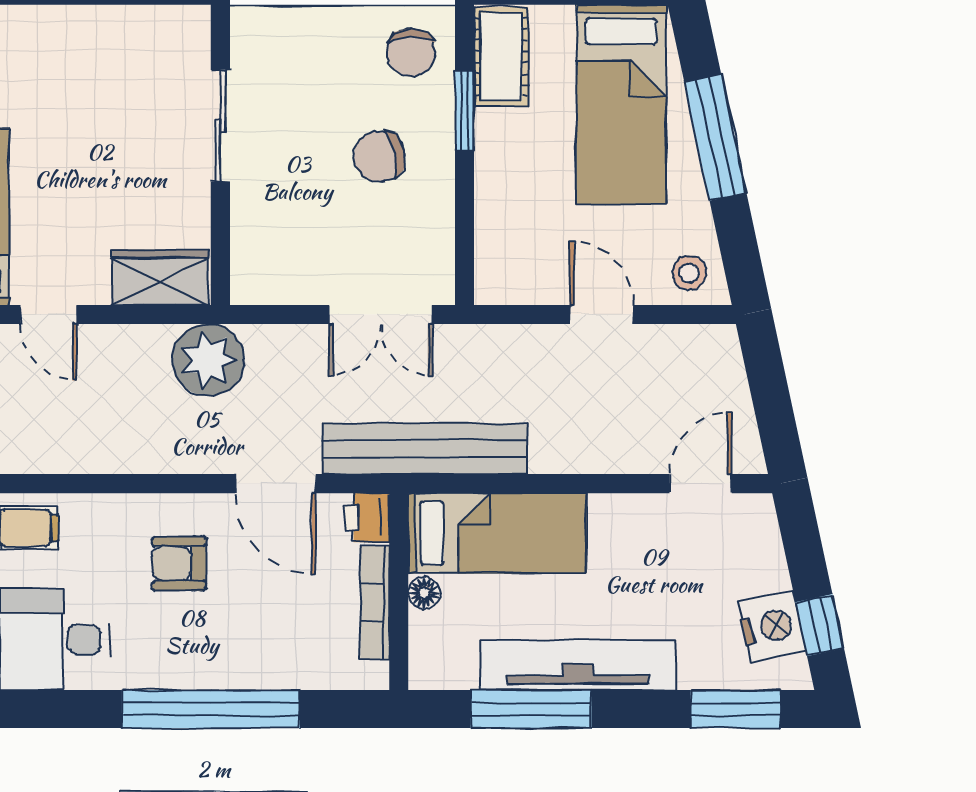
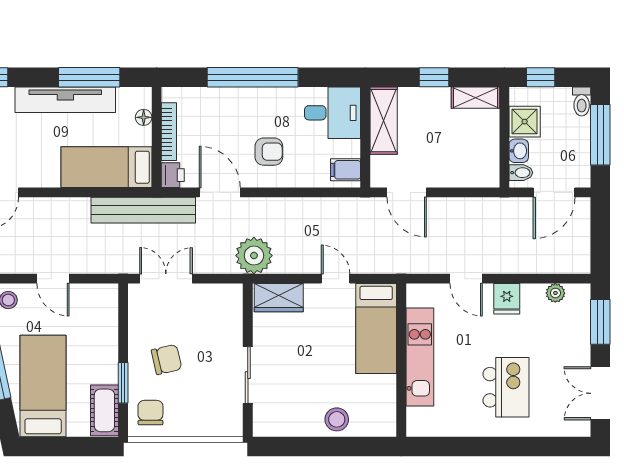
stool: (46, 39) -> (337, 419), added
floor lamp: (424, 593) -> (144, 117), moved

